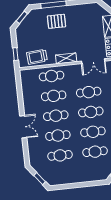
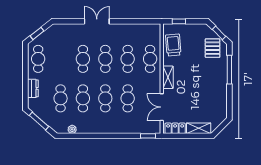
pallet: (57, 21) -> (213, 48), moved
double door: (23, 127) -> (97, 21), swing flipped
cafe table: (60, 155) -> (38, 59), moved
dresser: (89, 177) -> (33, 88), added

